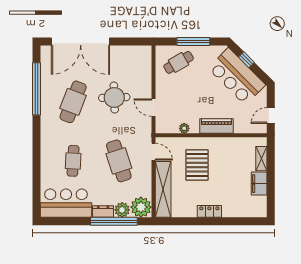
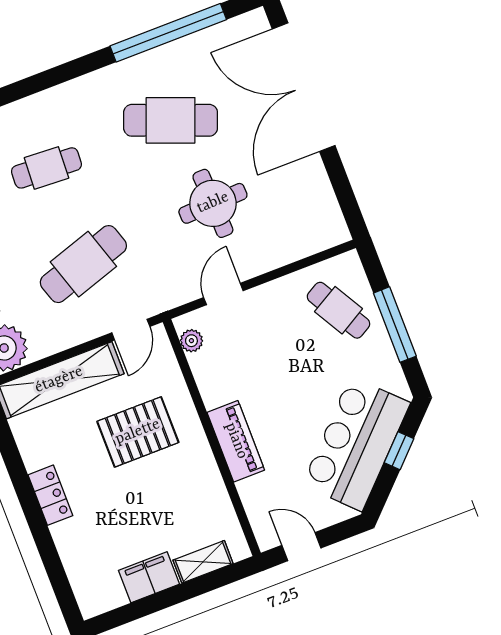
plant: (184, 128) -> (191, 341), moved

